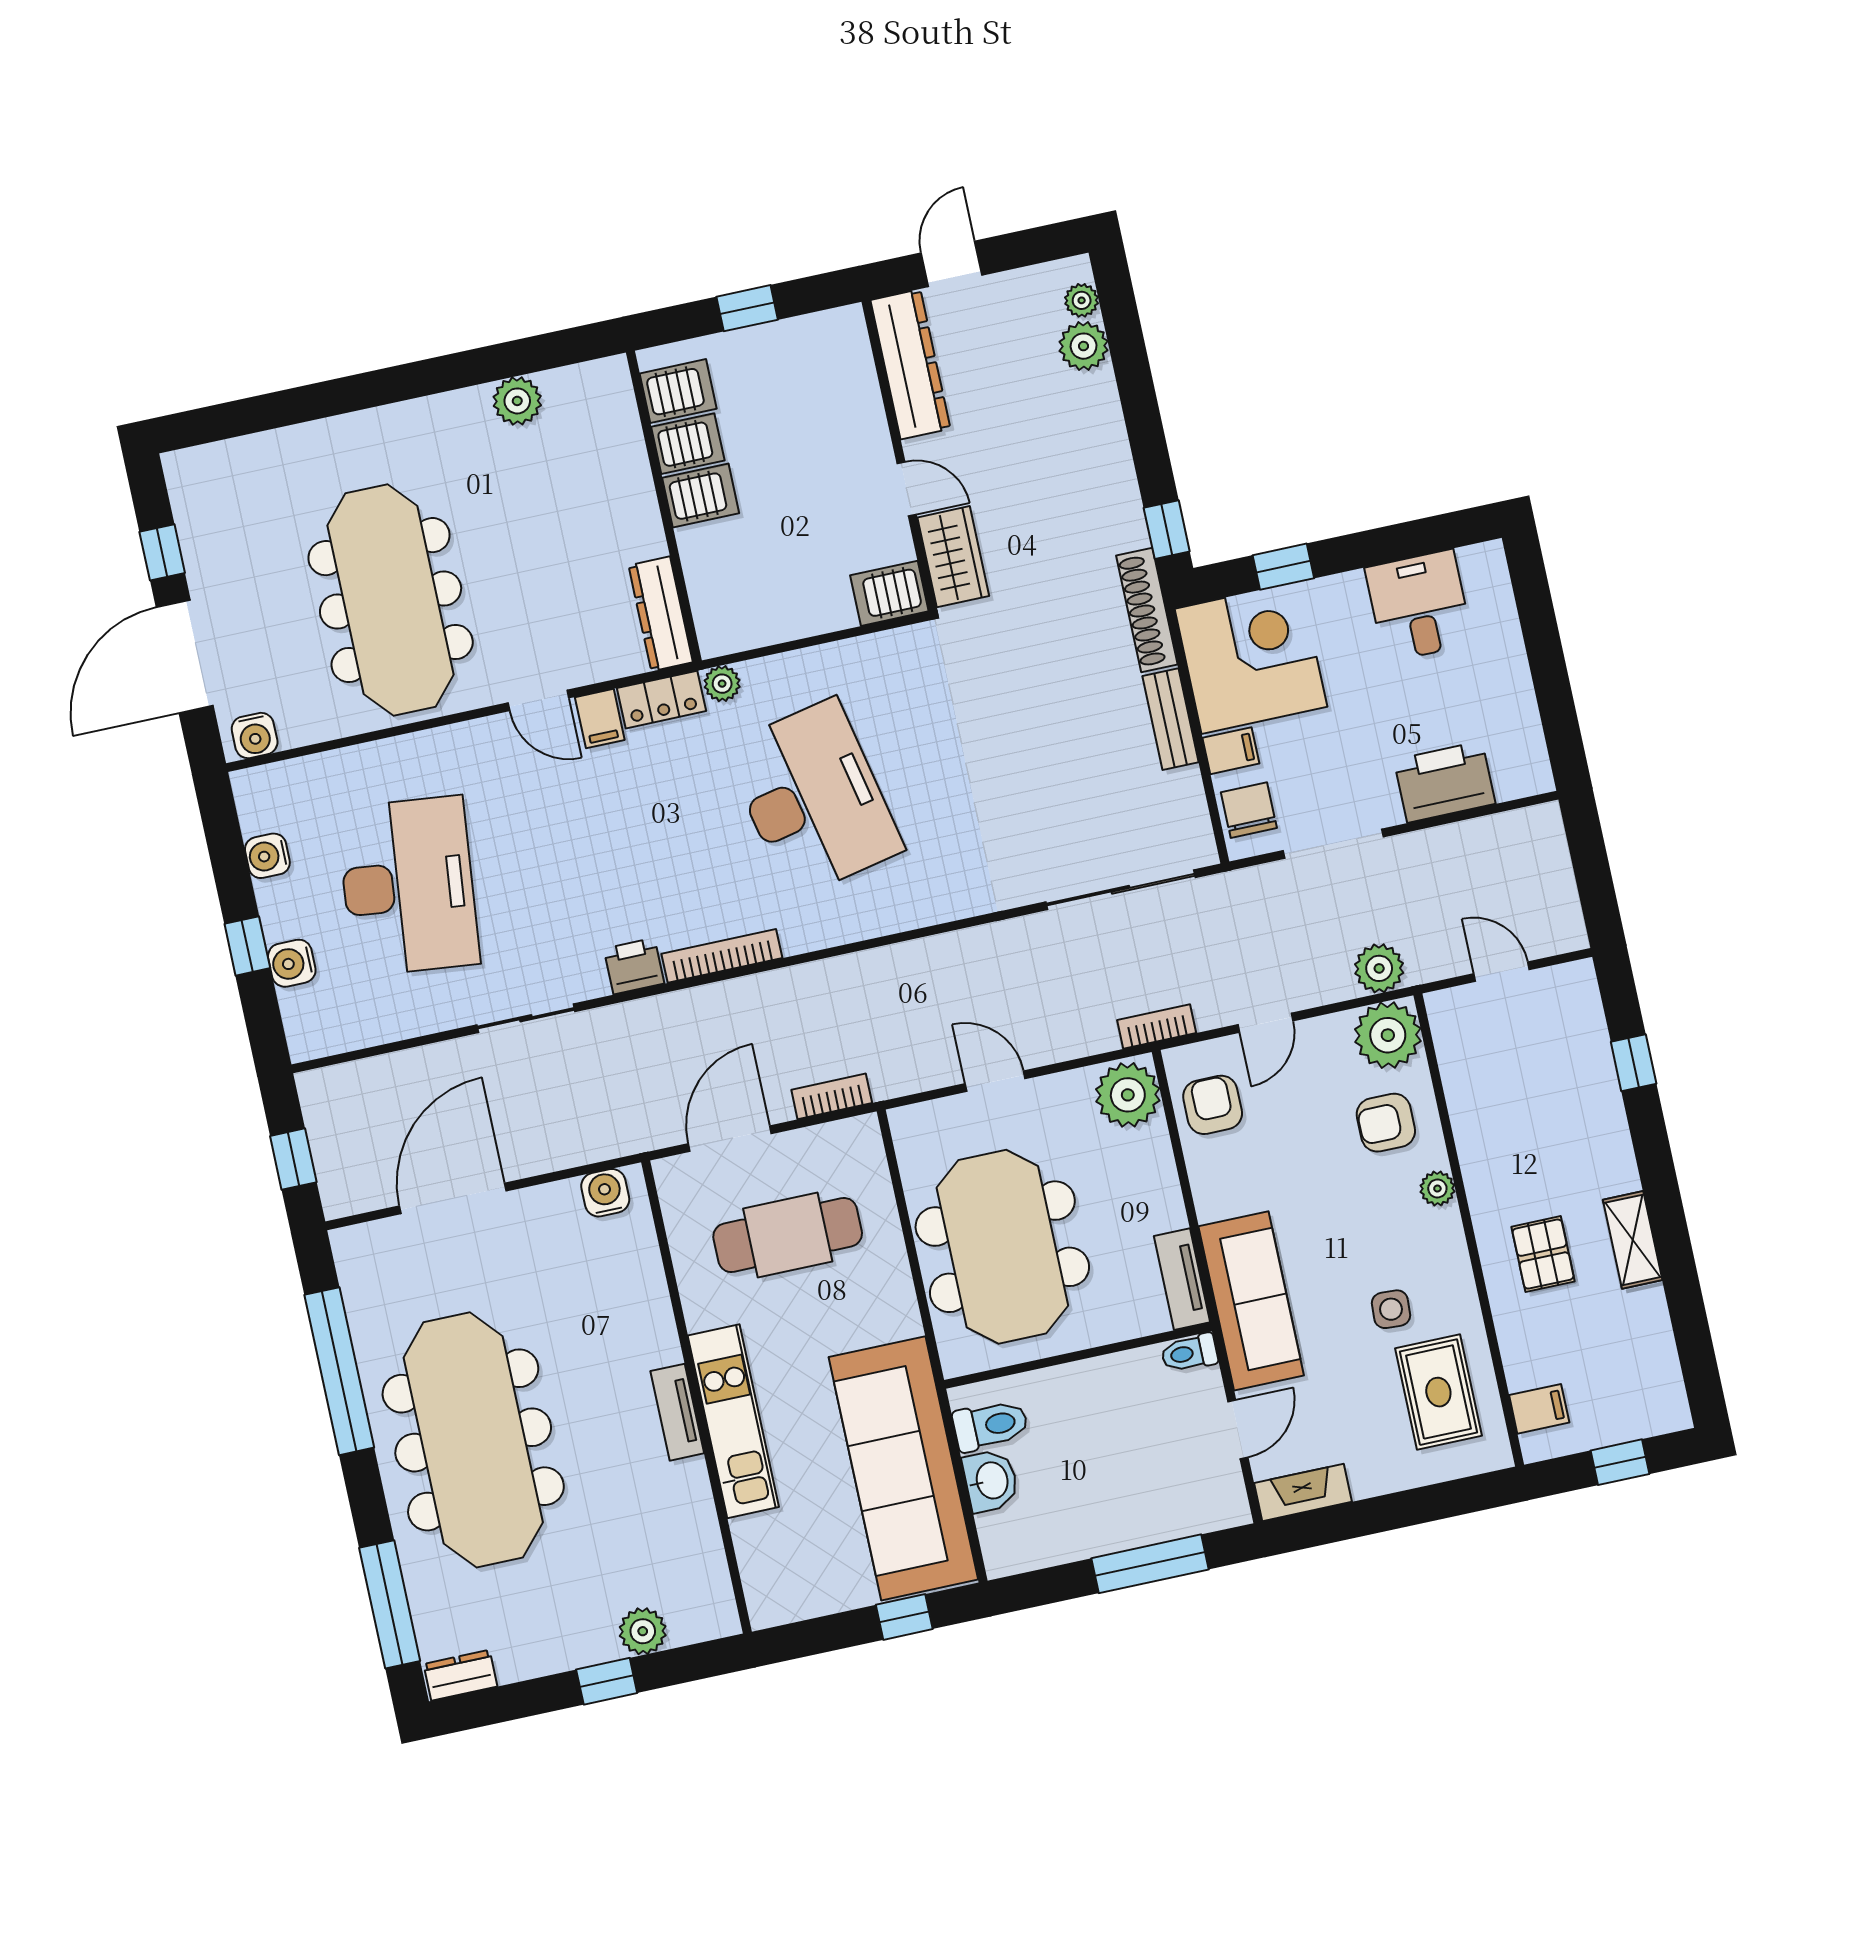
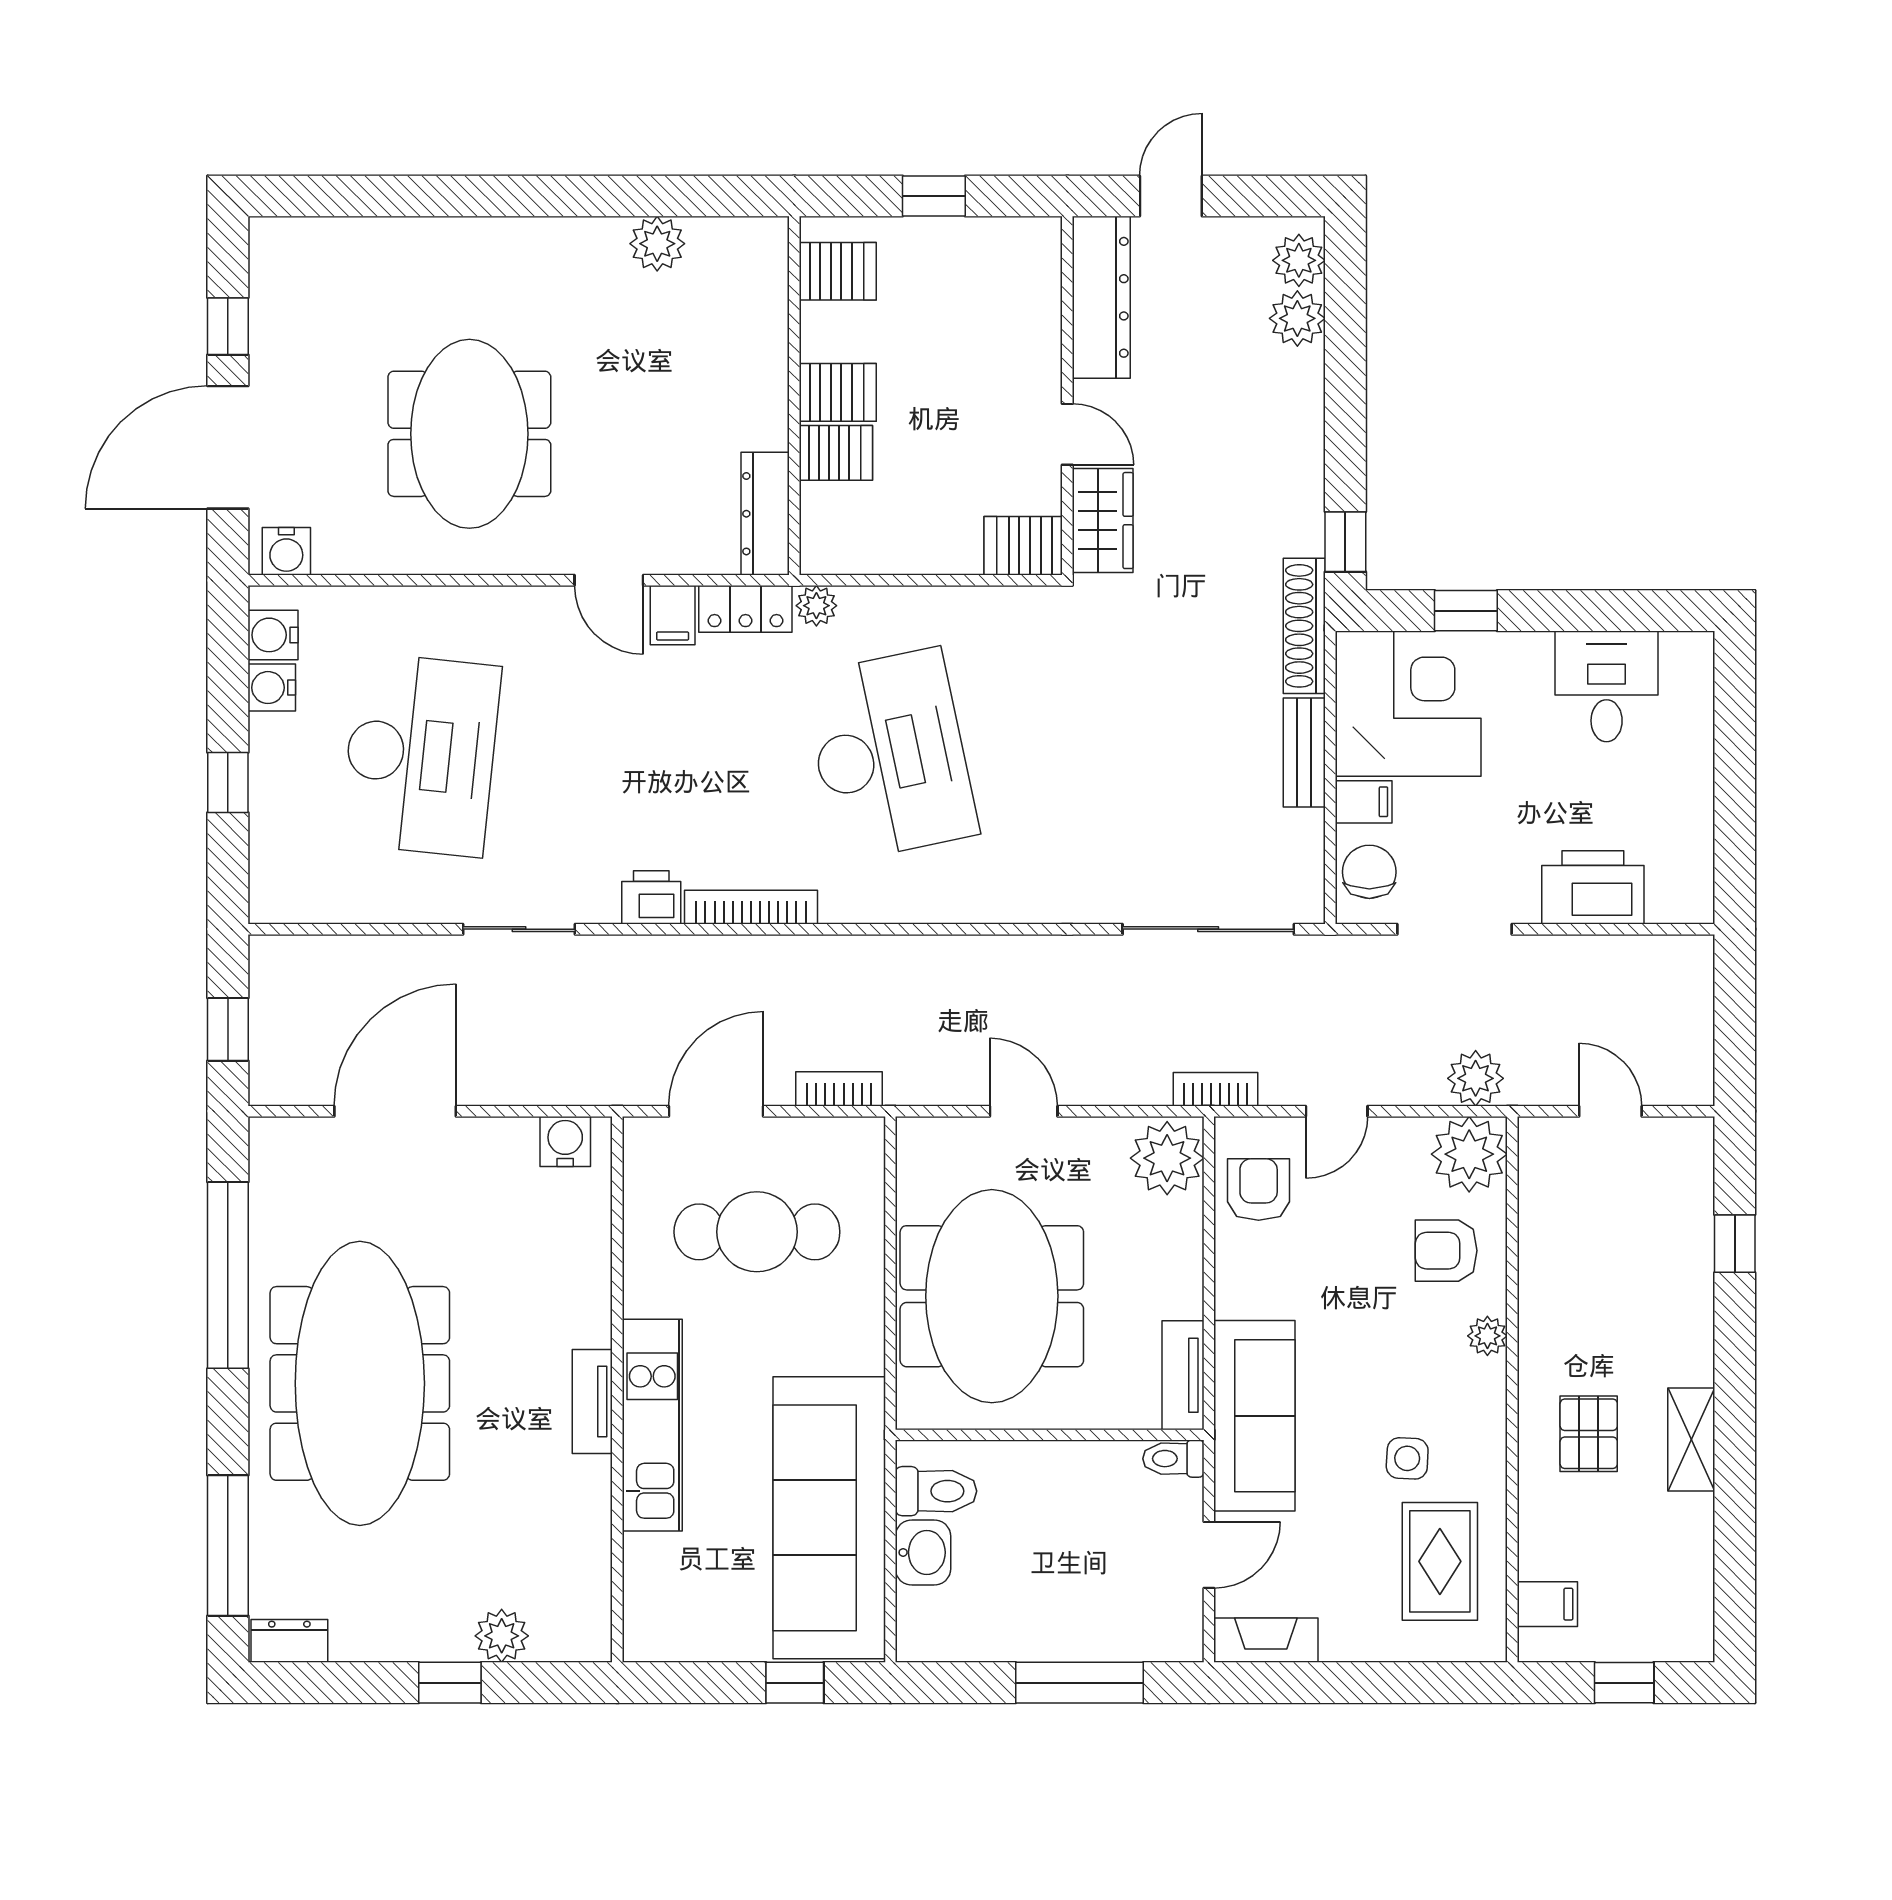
plant: (1082, 300) -> (1299, 260), width x1.38, depth x1.38
server rack: (688, 444) -> (836, 453), moved
meeting table: (391, 600) -> (469, 434), width x0.73
water cooler: (292, 963) -> (273, 635), moved

